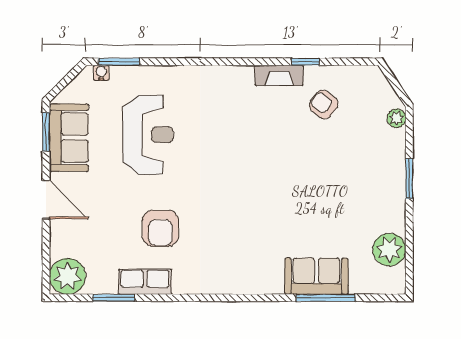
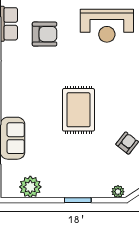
rug: (274, 177) -> (78, 110), added
armchair: (160, 228) -> (45, 34), turned 180

